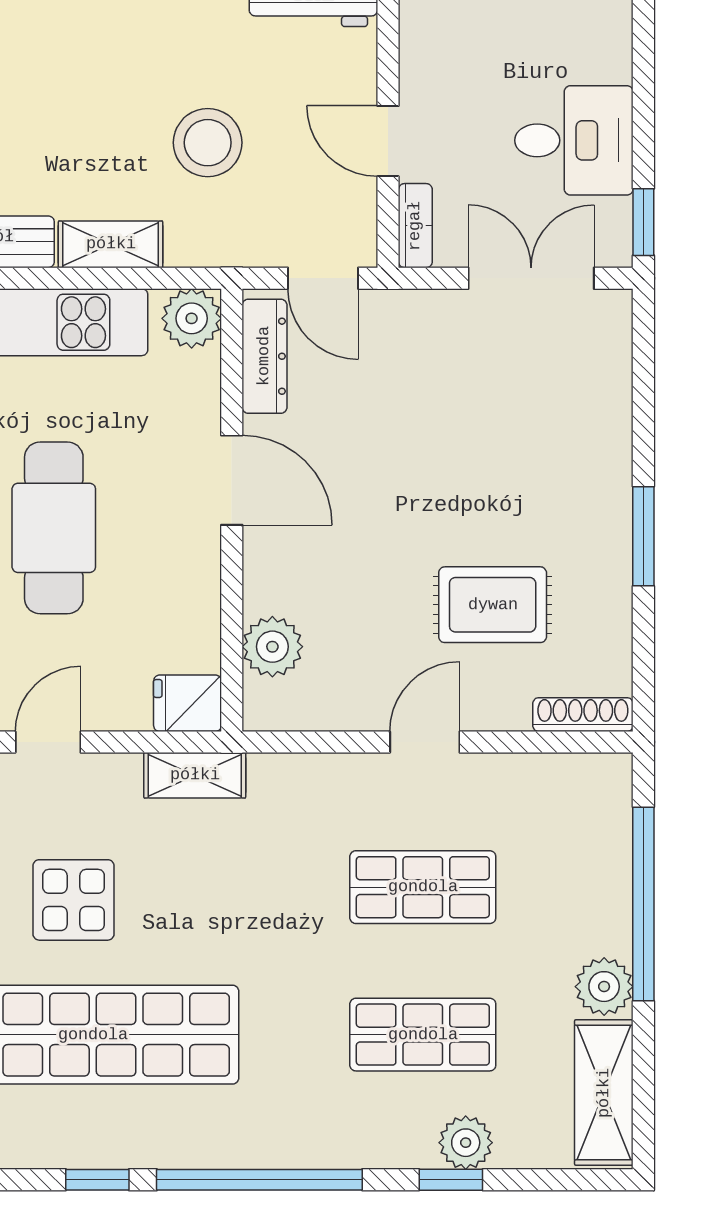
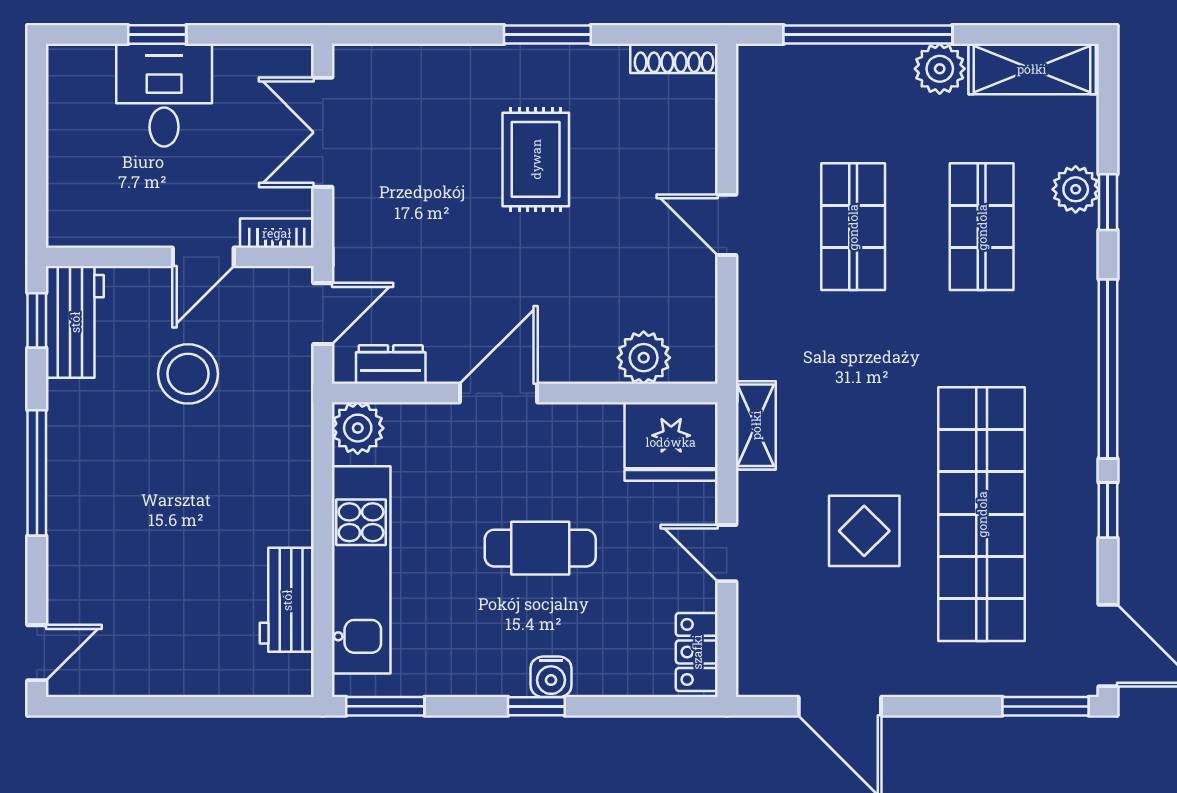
desk: (574, 140) -> (164, 95), moved
stool: (208, 143) -> (188, 374), moved
window: (643, 222) -> (157, 34), moved
shelving: (111, 244) -> (293, 499), removed
dresser: (264, 356) -> (391, 365), width x0.70
cafe table: (54, 528) -> (540, 548), width x0.73, depth x0.74
rug: (493, 605) -> (536, 159), moved
fridge: (187, 703) -> (671, 442), width x1.88, depth x1.34
shoe rack: (583, 715) -> (674, 58), moved, turned -90

